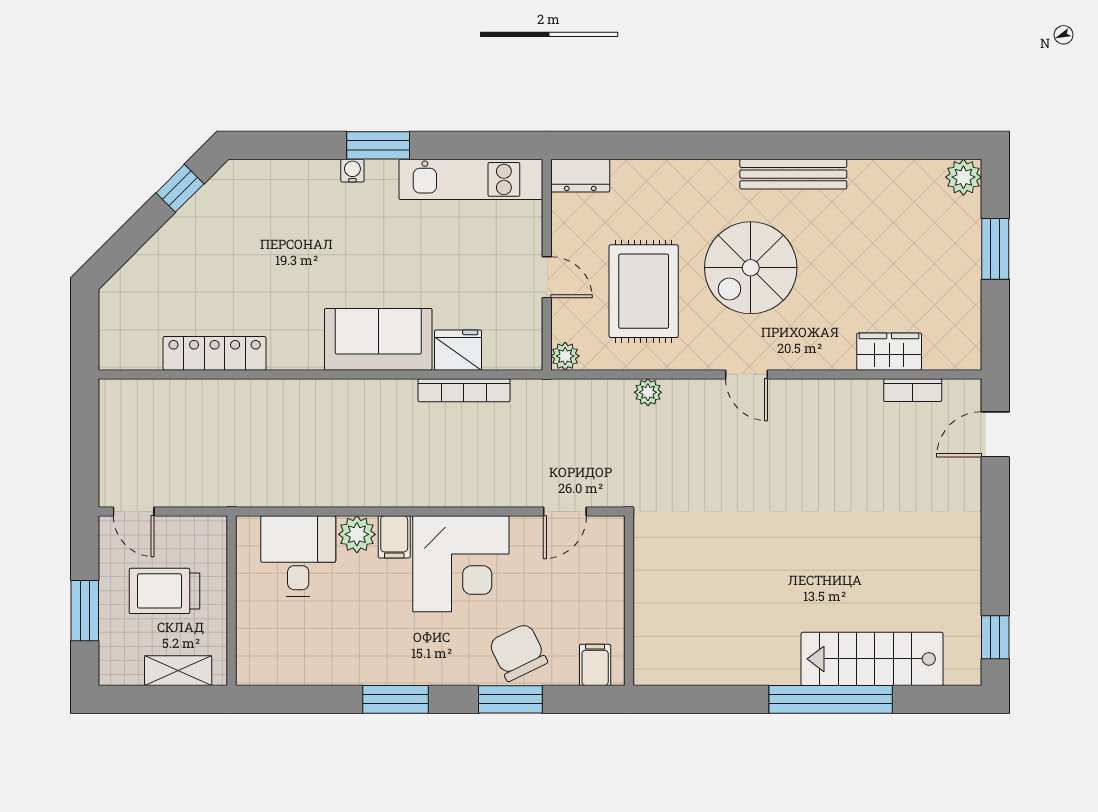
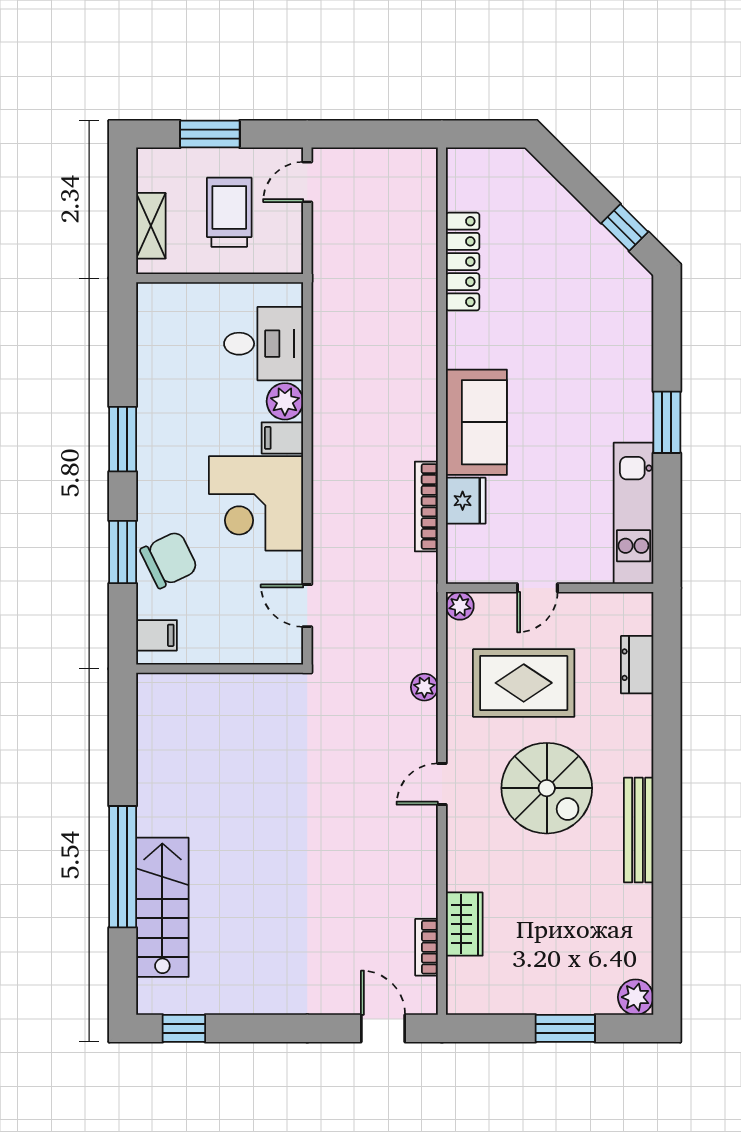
water cooler: (352, 171) -> (642, 397), removed
dresser: (580, 176) -> (637, 665), moved
spiral stairs: (751, 268) -> (547, 788), turned 180

